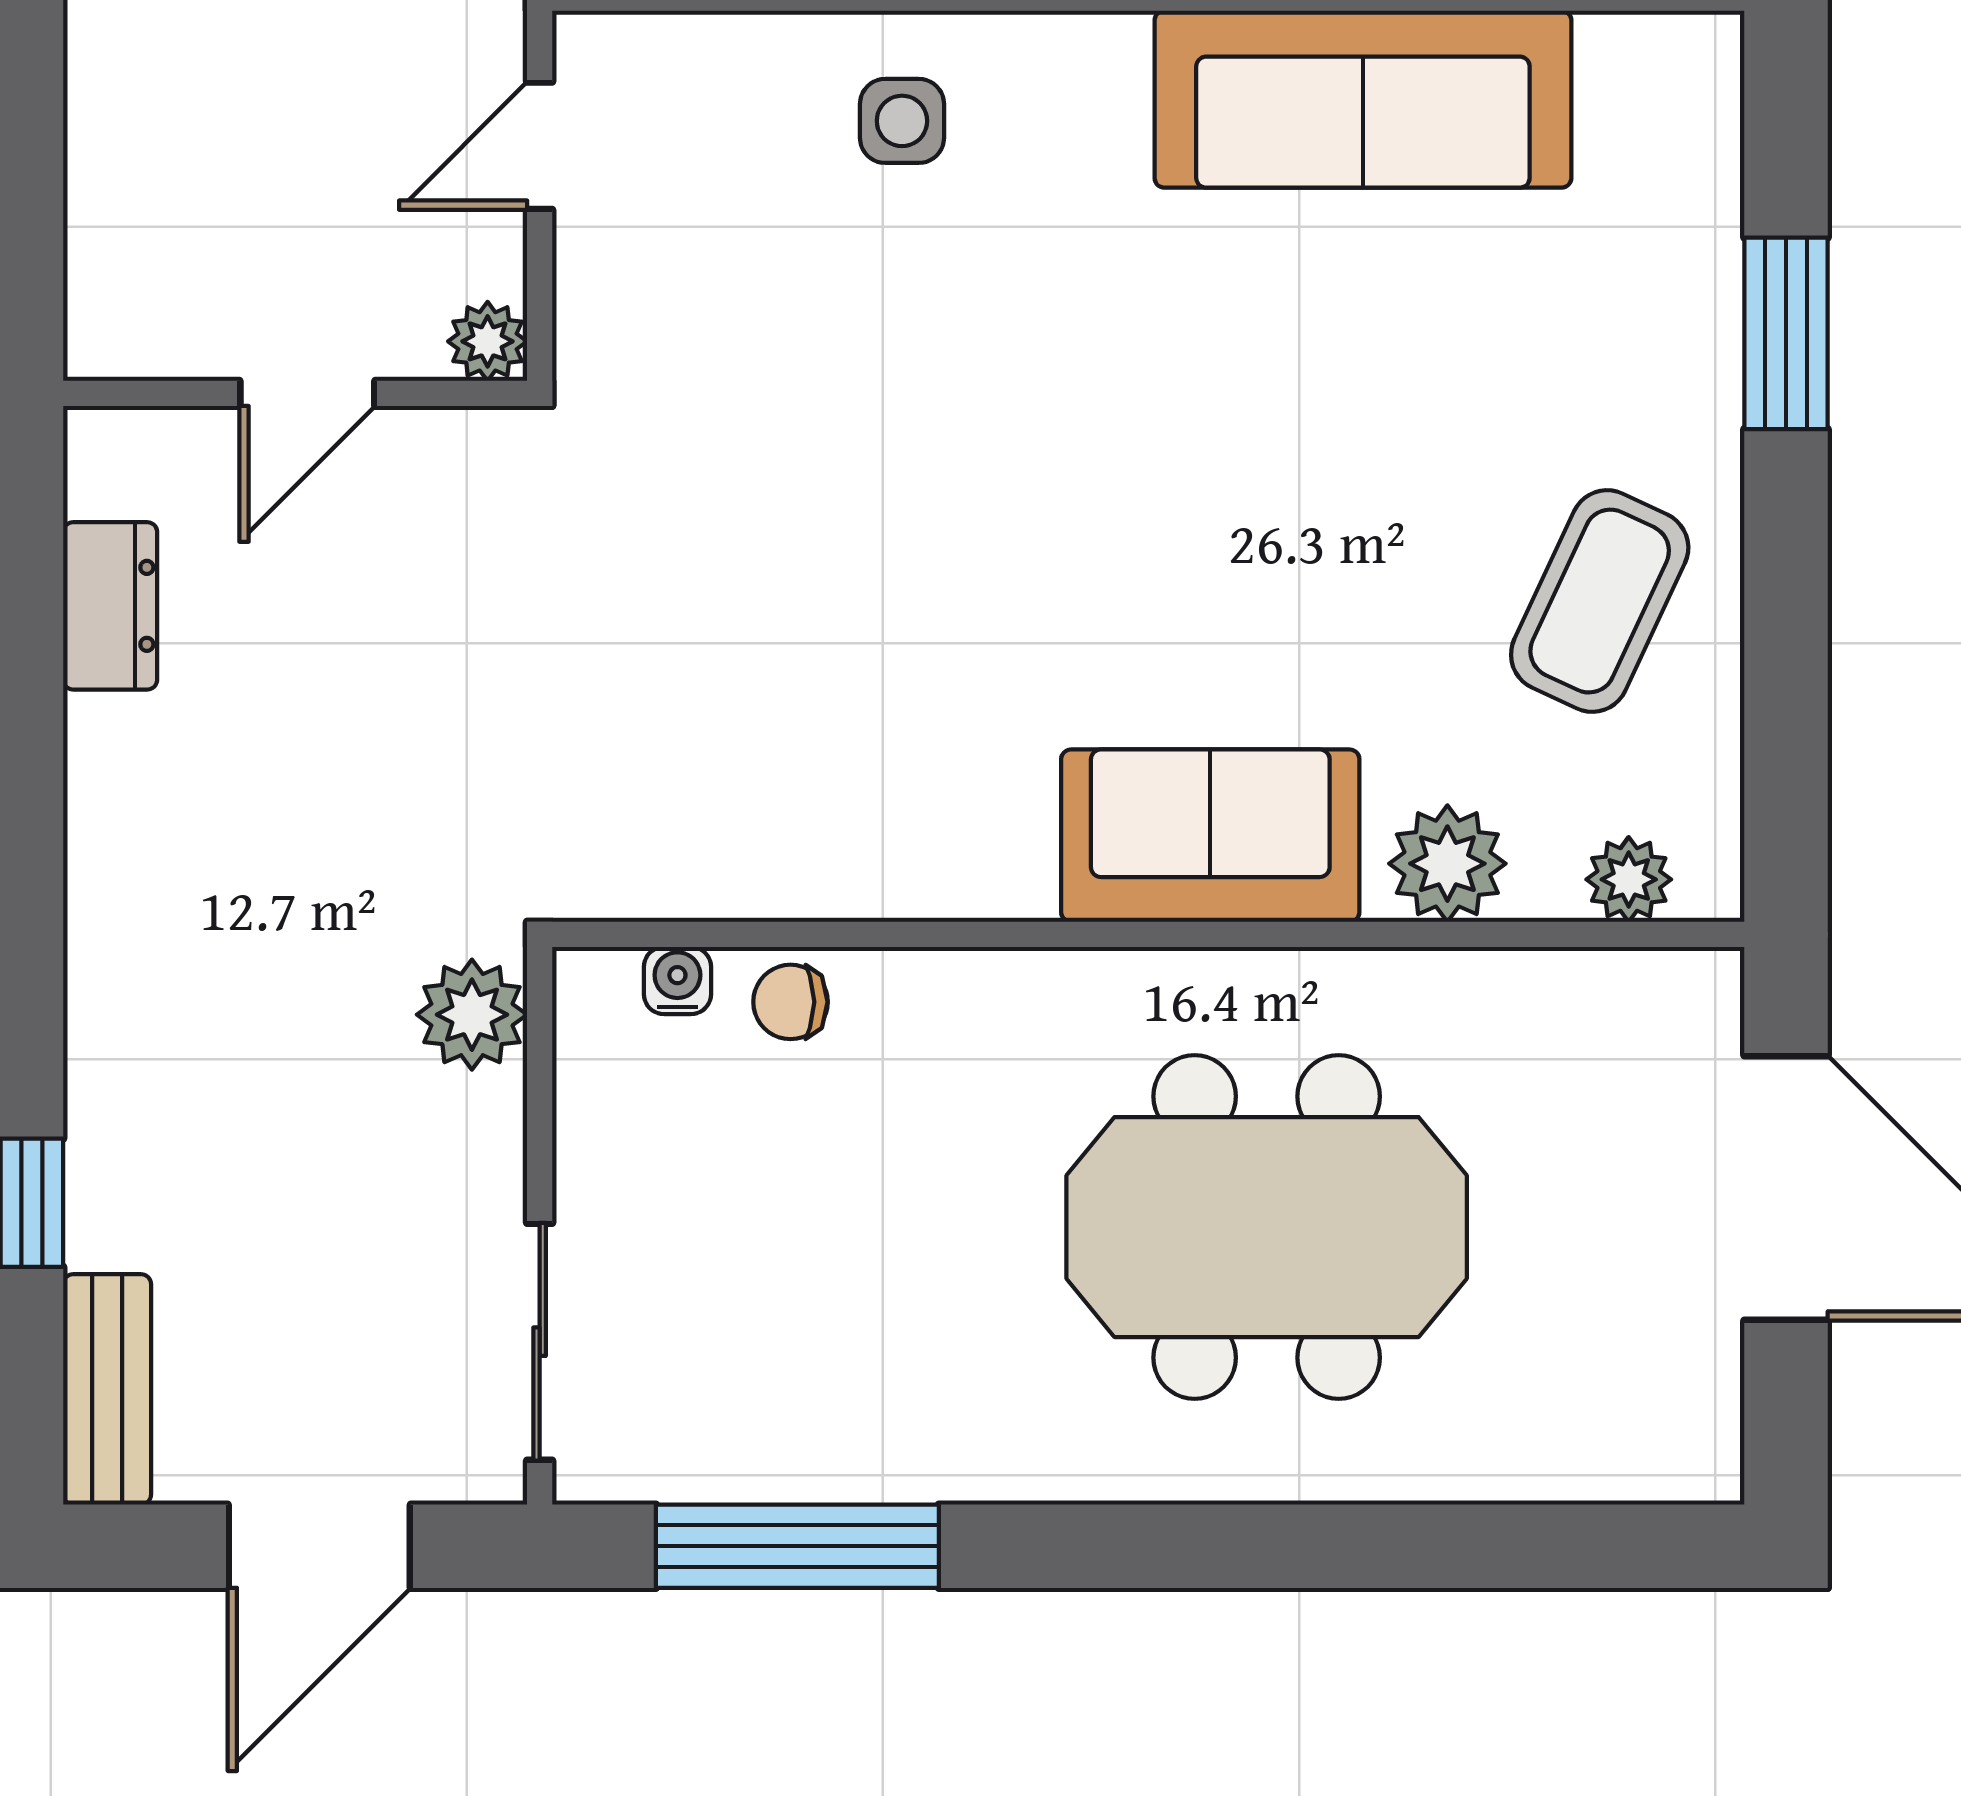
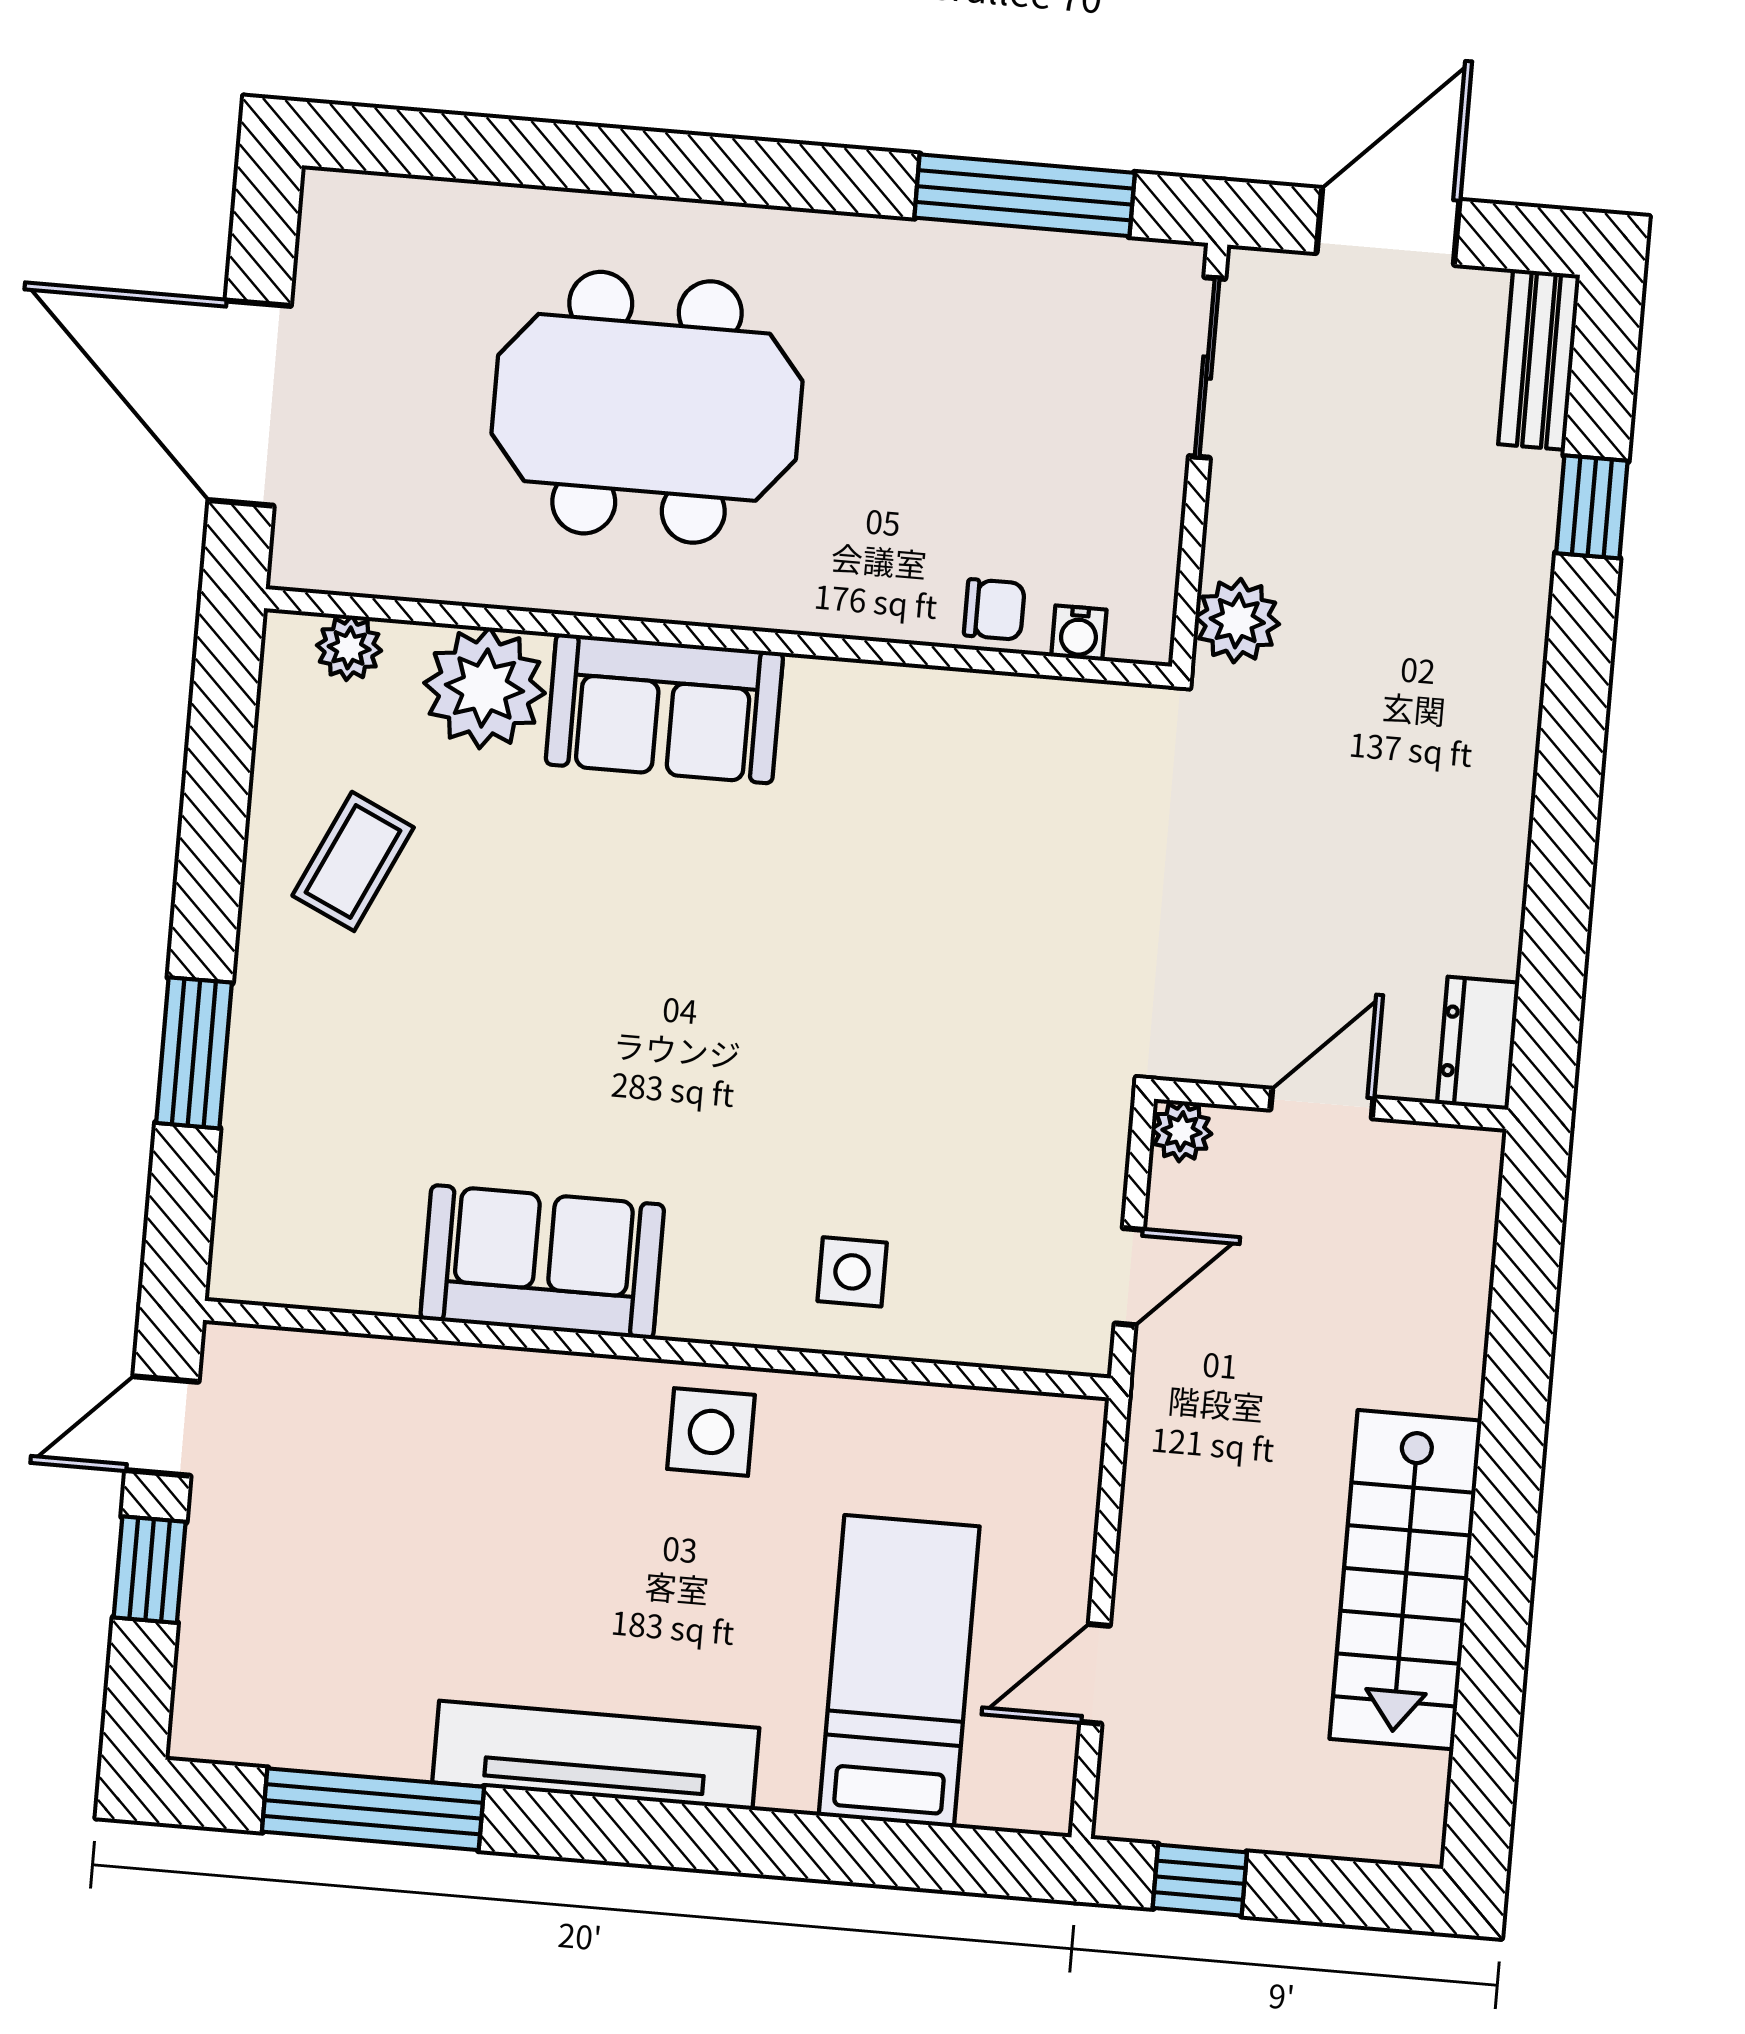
sofa: (1363, 99) -> (542, 1262), width x0.73
coffee table: (1600, 601) -> (353, 861), width x0.73, depth x0.77
dresser: (110, 606) -> (1478, 1043), moved
plant: (1447, 864) -> (485, 688), width x1.36, depth x1.36

